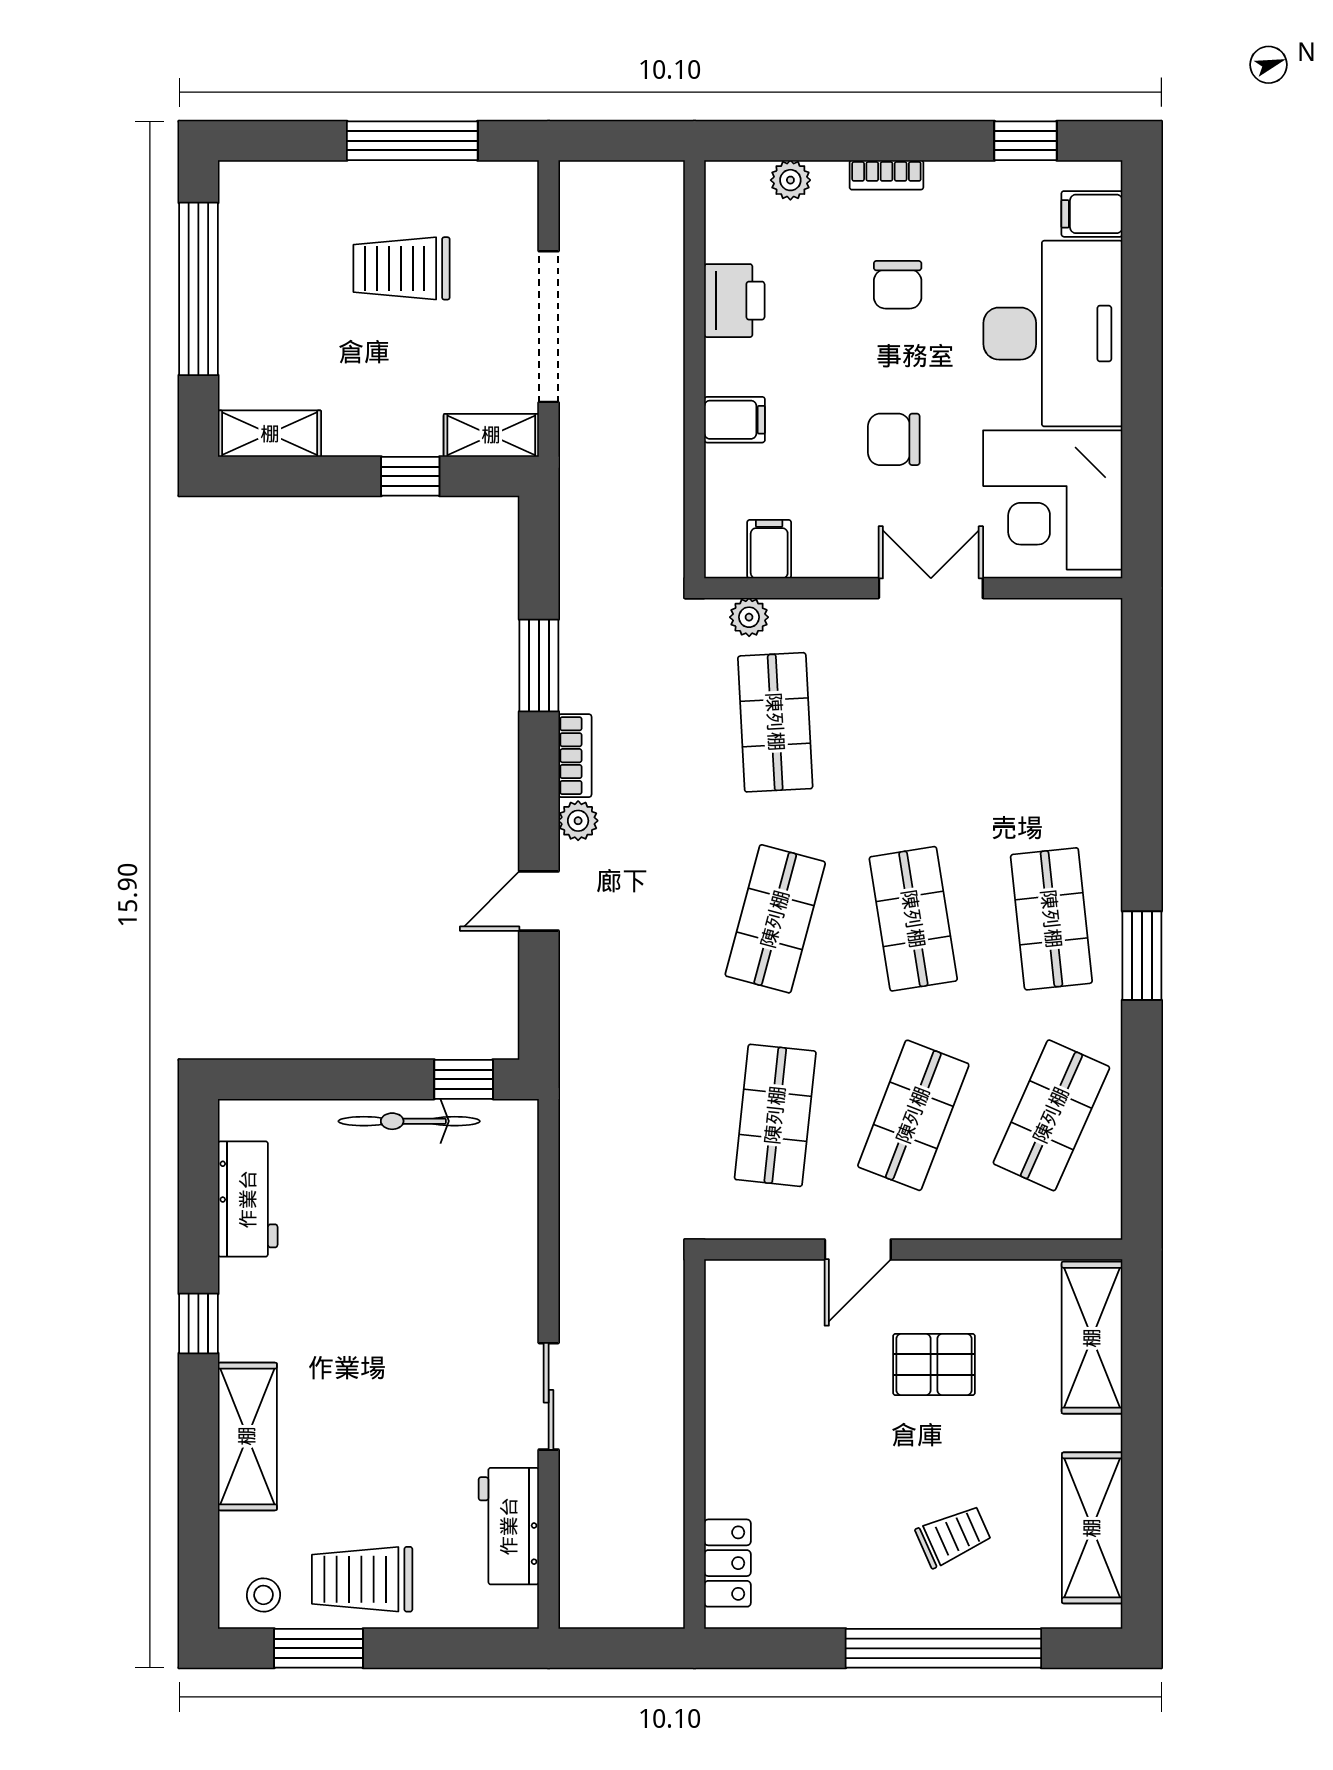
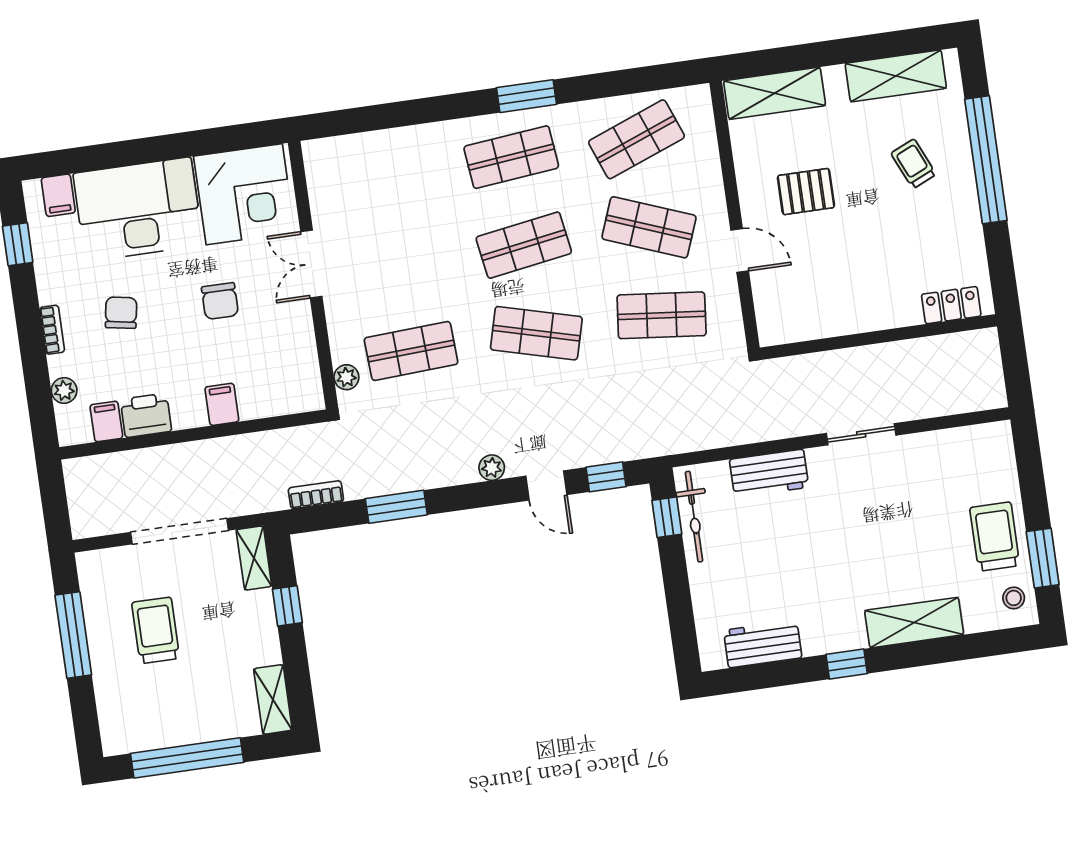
trolley: (402, 268) -> (156, 630), turned 180
chair: (898, 285) -> (121, 313), turned -80
filing cabinet: (769, 549) -> (106, 421), moved, turned 90
bookcase: (575, 756) -> (316, 495), moved
window: (539, 995) -> (606, 477), added
shop shelf: (1051, 1115) -> (636, 139), turned -45
bicycle: (409, 1121) -> (694, 517), moved
pallet: (934, 1364) -> (806, 192), turned 90
workbench: (509, 1526) -> (769, 473), moved
trolley: (362, 1579) -> (995, 537), turned 180

